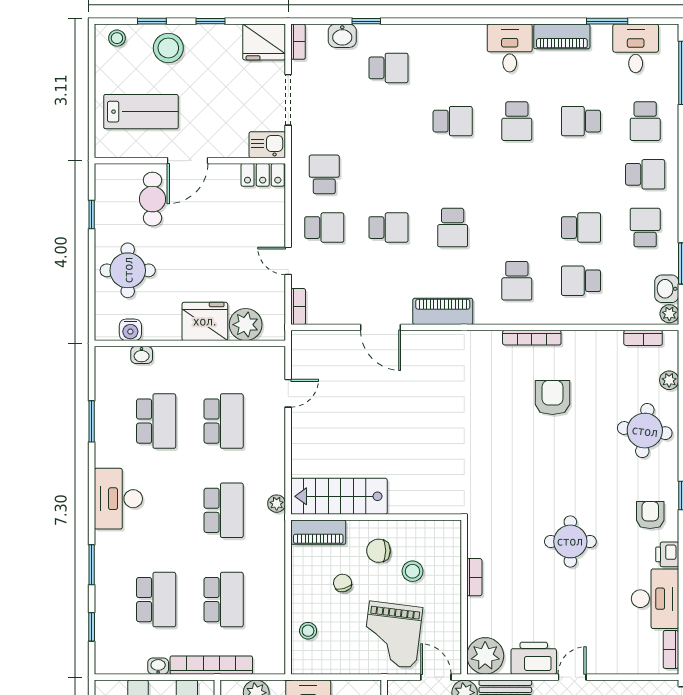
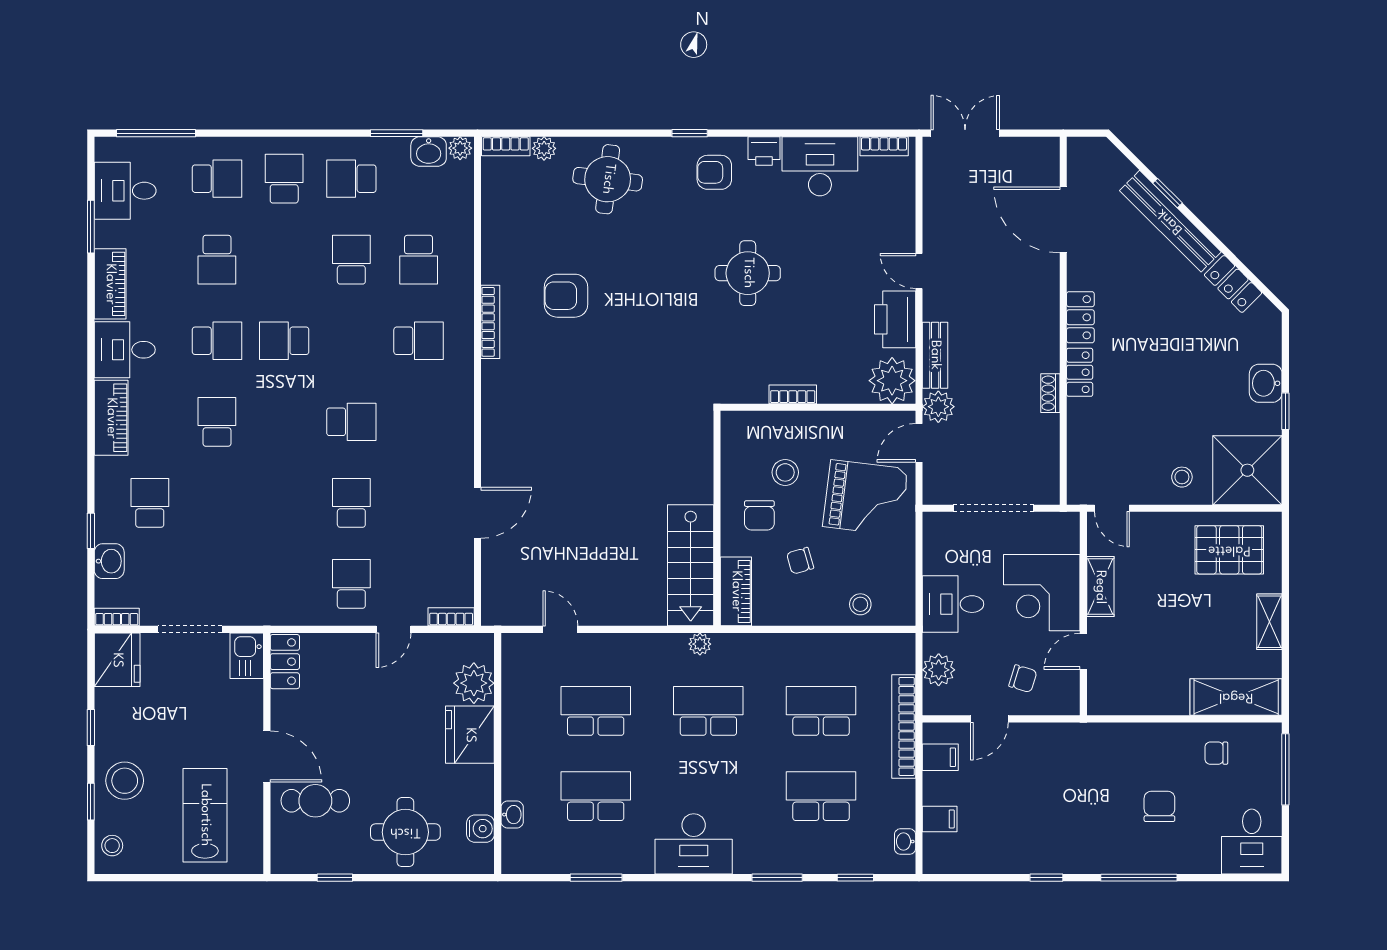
school desk: (324, 174) -> (284, 341), moved
piano: (443, 311) -> (111, 418), moved, turned 180
bookcase: (643, 338) -> (506, 146), moved, turned 90
washbasin: (158, 666) -> (905, 842), moved

